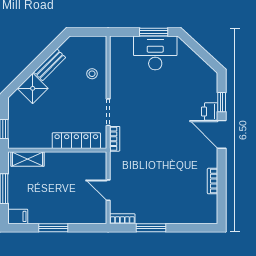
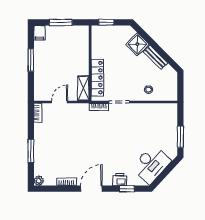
desk: (155, 53) -> (151, 164), moved, turned 43
door: (222, 134) -> (91, 189), moved
shelving: (27, 159) -> (83, 88), moved
plant: (211, 217) -> (39, 181), added
window: (151, 228) -> (31, 151), moved

